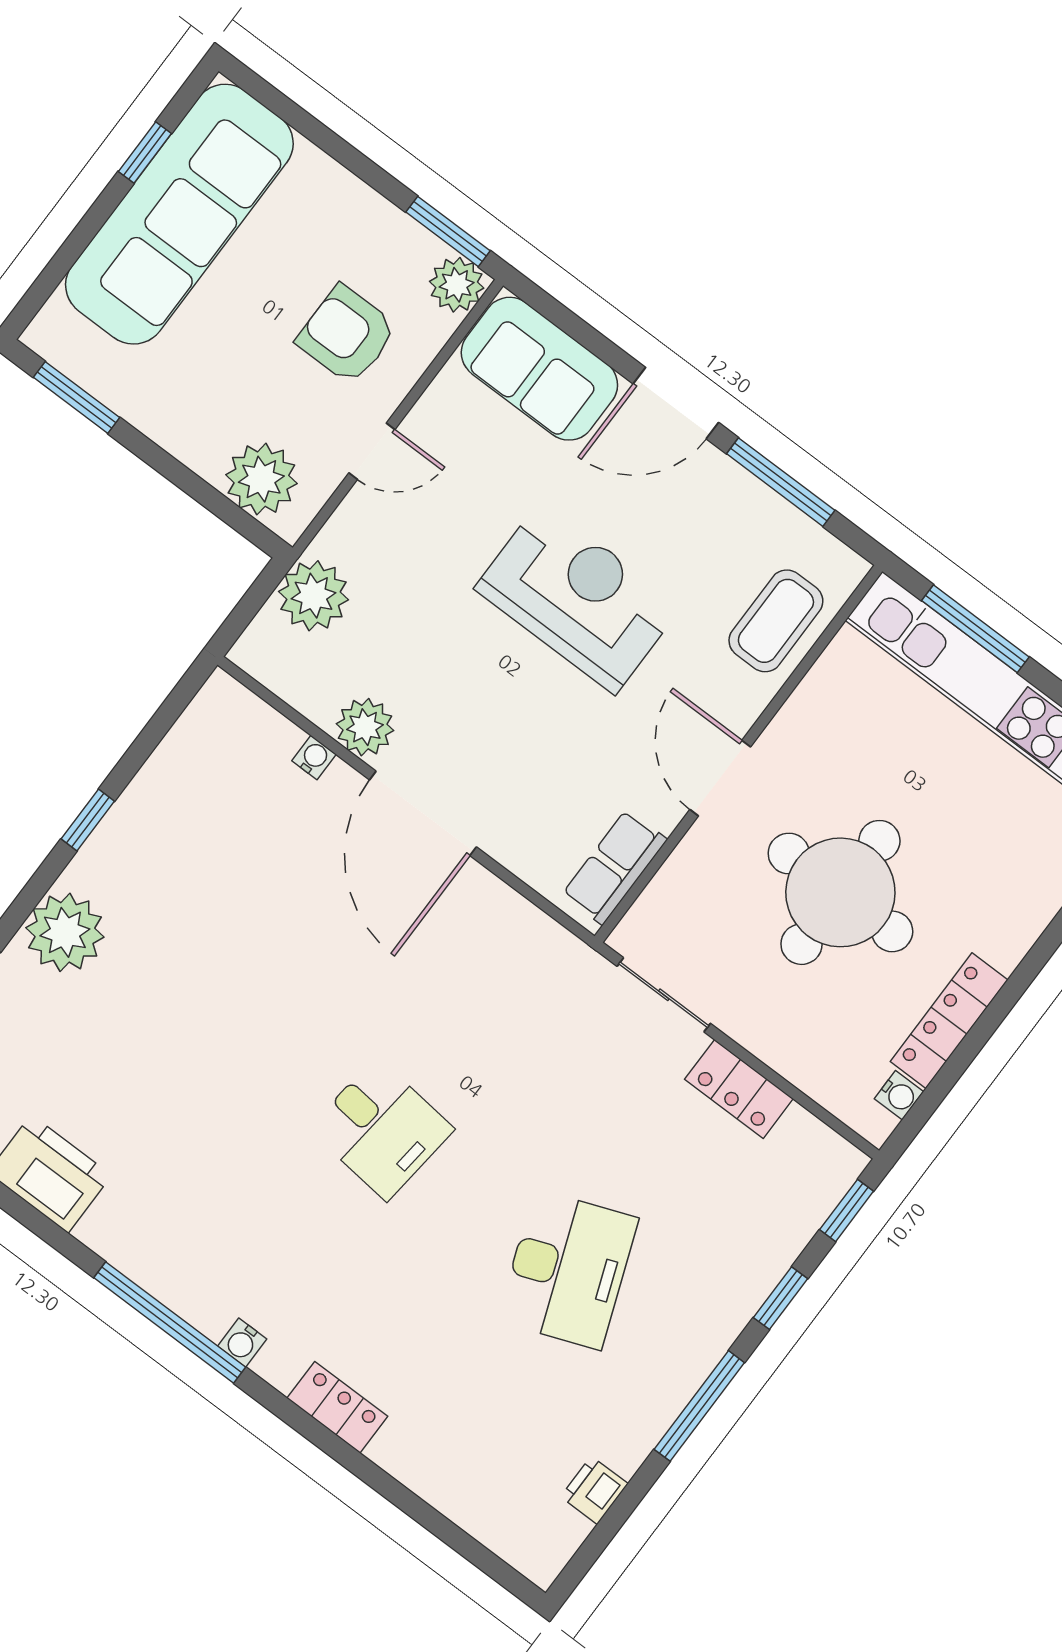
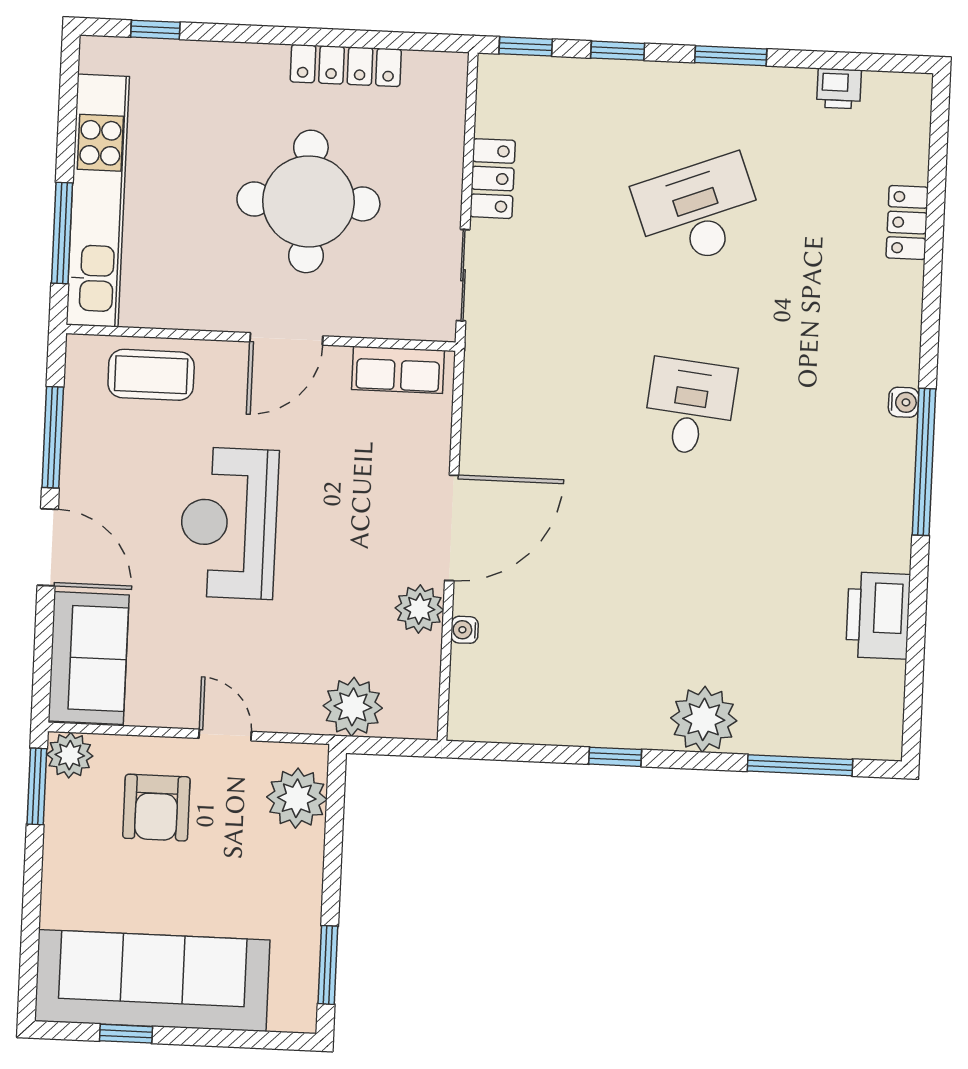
water cooler: (899, 1095) -> (421, 65), removed
window: (699, 1406) -> (731, 56), width x0.69
locker: (337, 1407) -> (907, 223), moved

